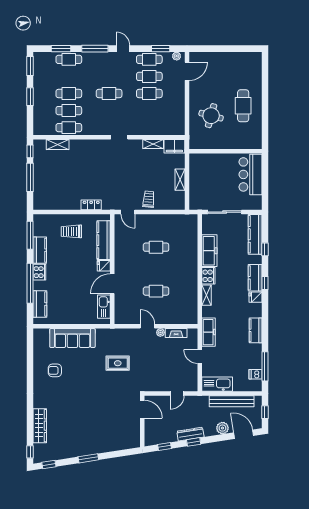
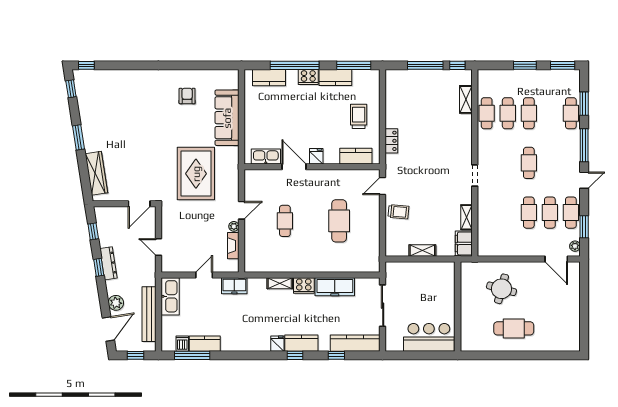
kitchen counter: (104, 240) -> (356, 156), width x0.67
cafe table: (156, 247) -> (339, 221), width x1.37, depth x1.35
kitchen counter: (256, 330) -> (205, 344), moved
freezer: (209, 332) -> (234, 286), width x0.71
rug: (118, 363) -> (196, 174), width x1.86, depth x2.06
wardrobe: (40, 426) -> (96, 173), moved, turned -99

